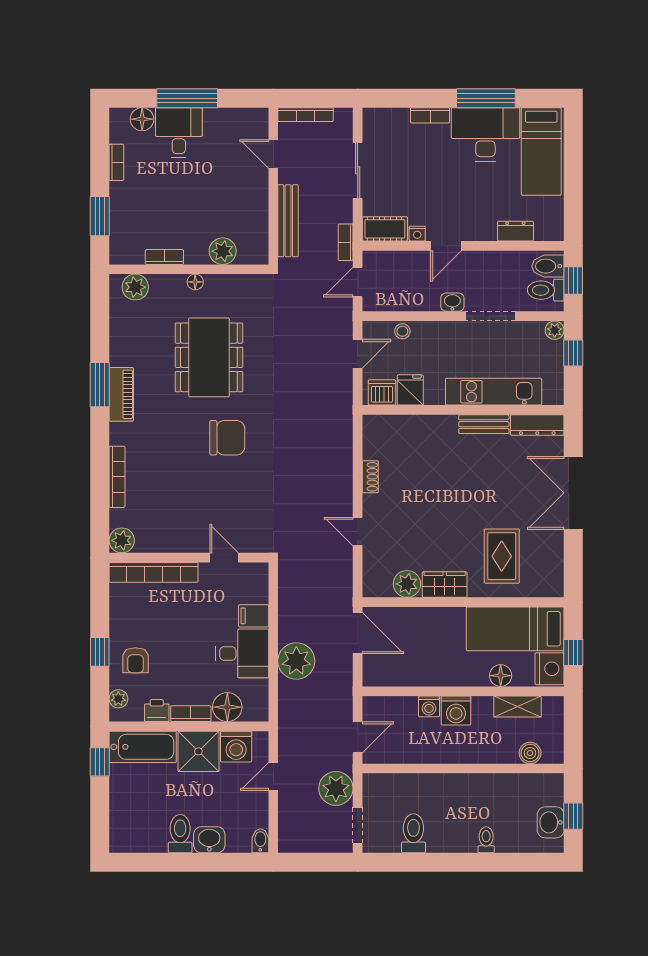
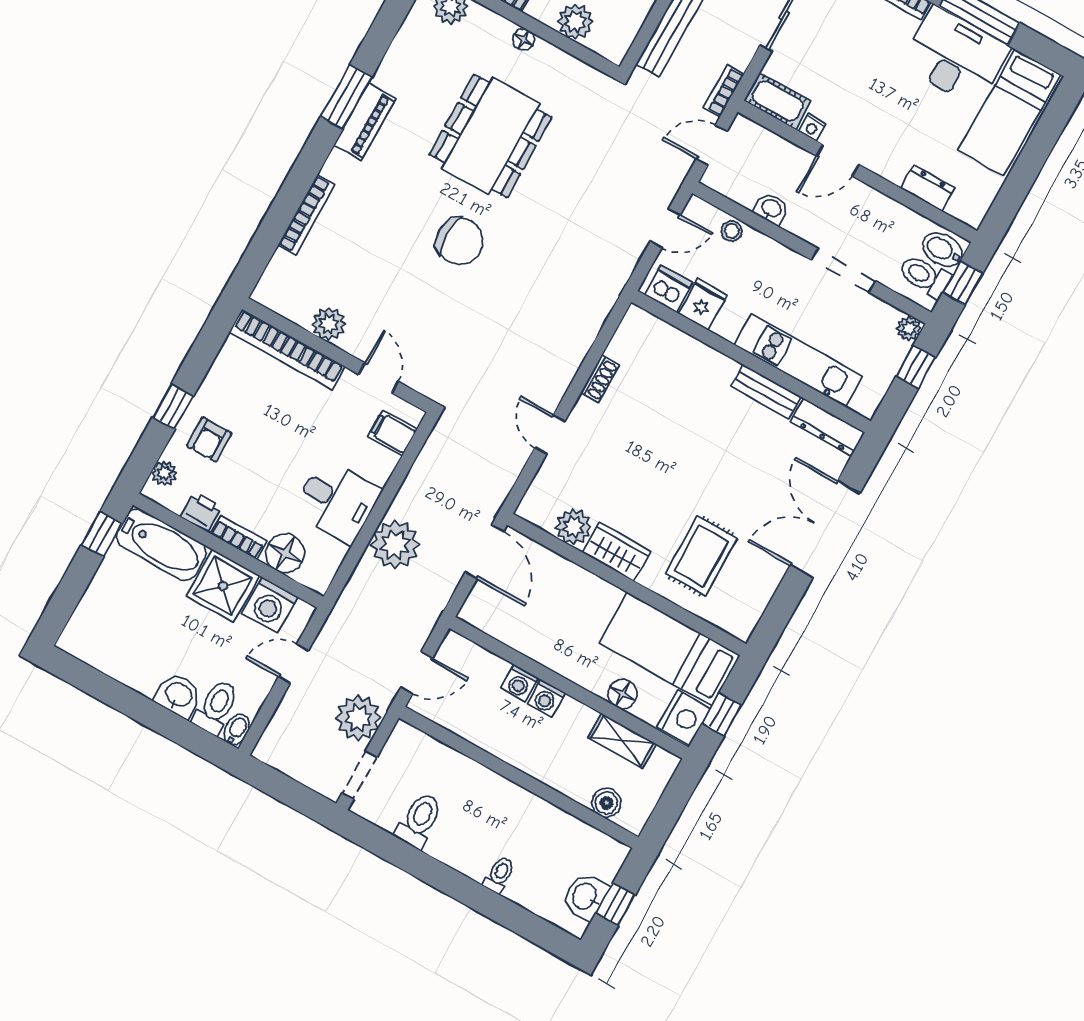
washbasin: (452, 302) -> (771, 209), moved
plant: (122, 540) -> (329, 324), moved
filing cabinet: (254, 616) -> (392, 433), moved
washing machine: (456, 711) -> (546, 698), width x0.73, depth x0.73
toilet: (180, 834) -> (216, 707), moved

